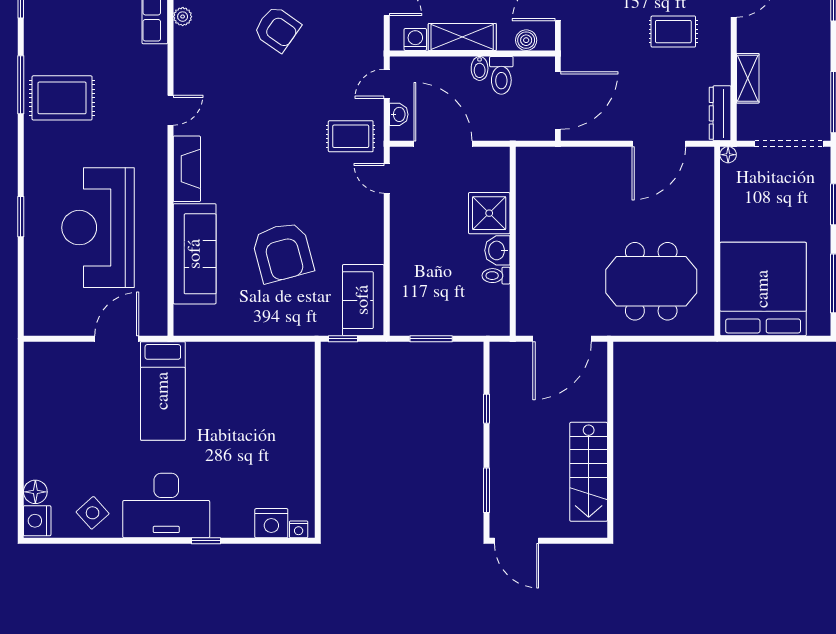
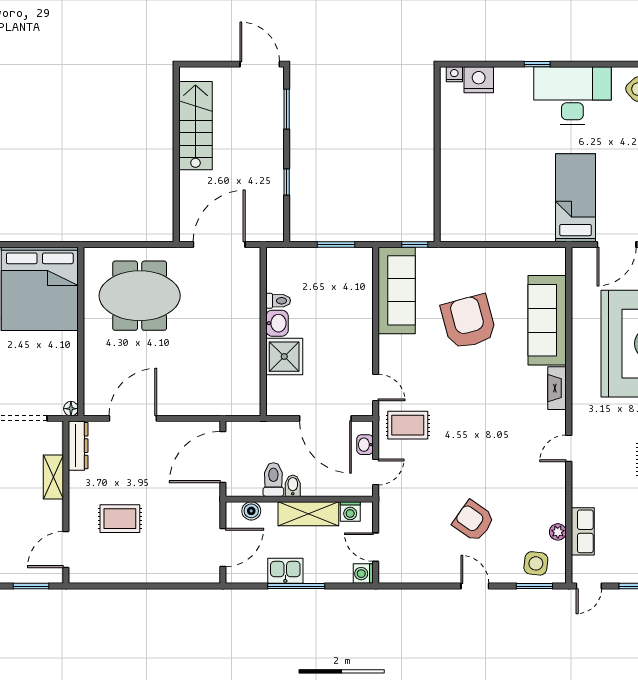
fireplace: (187, 169) -> (557, 388), width x0.73, depth x0.76
sofa: (363, 300) -> (397, 290), width x1.36

